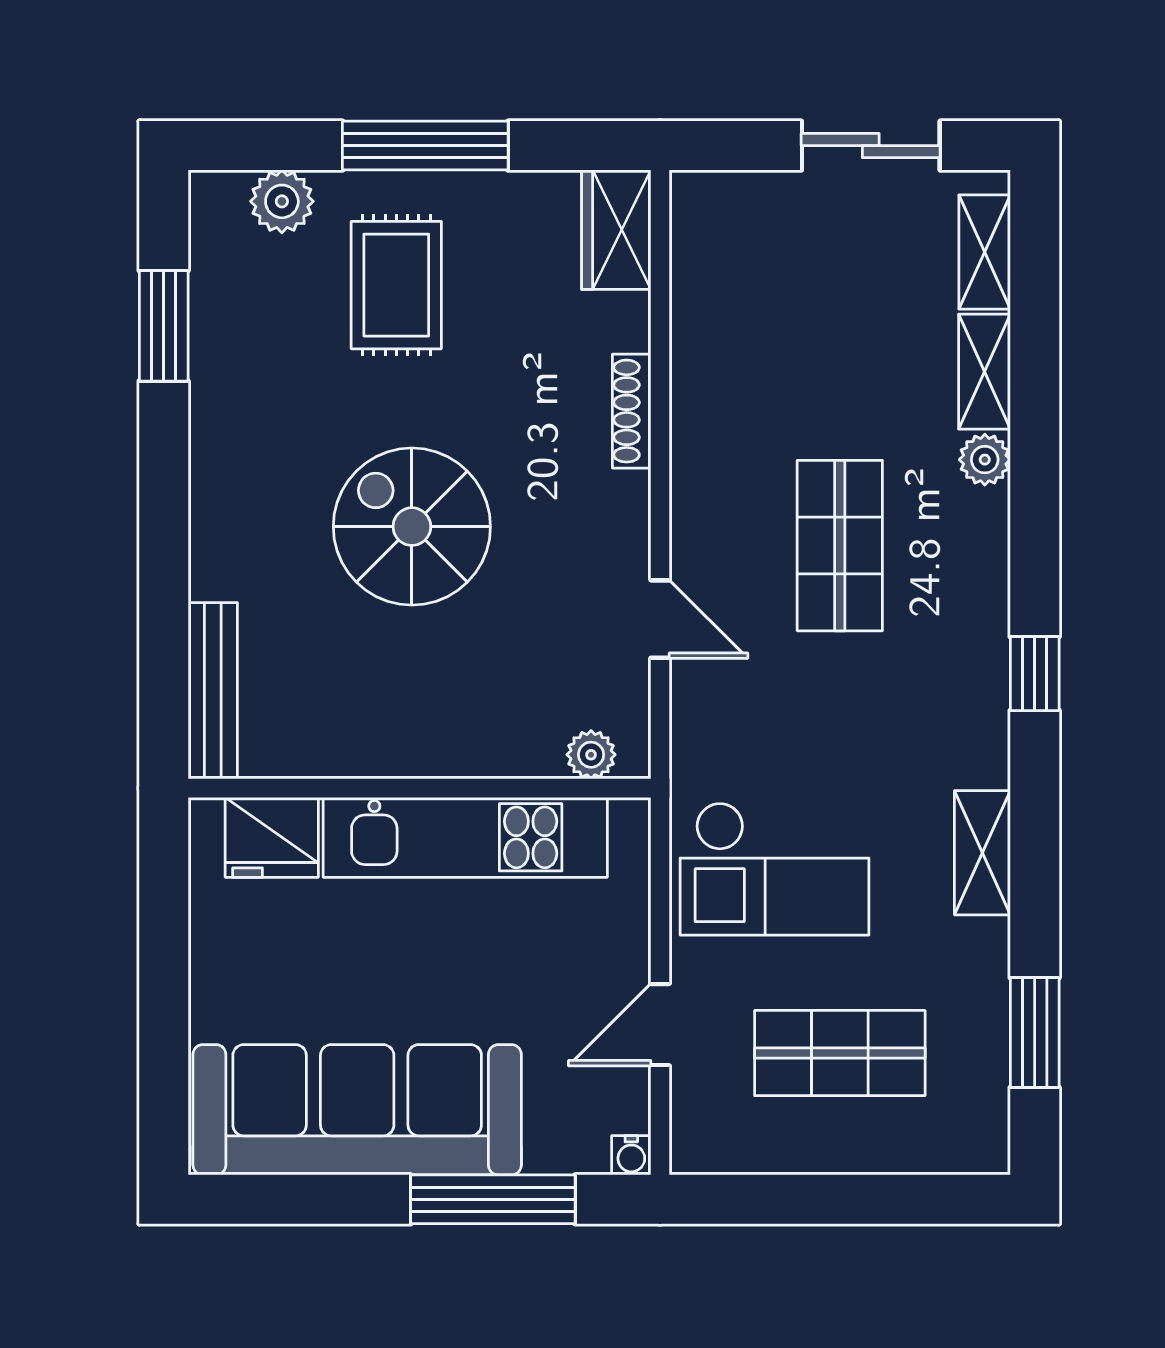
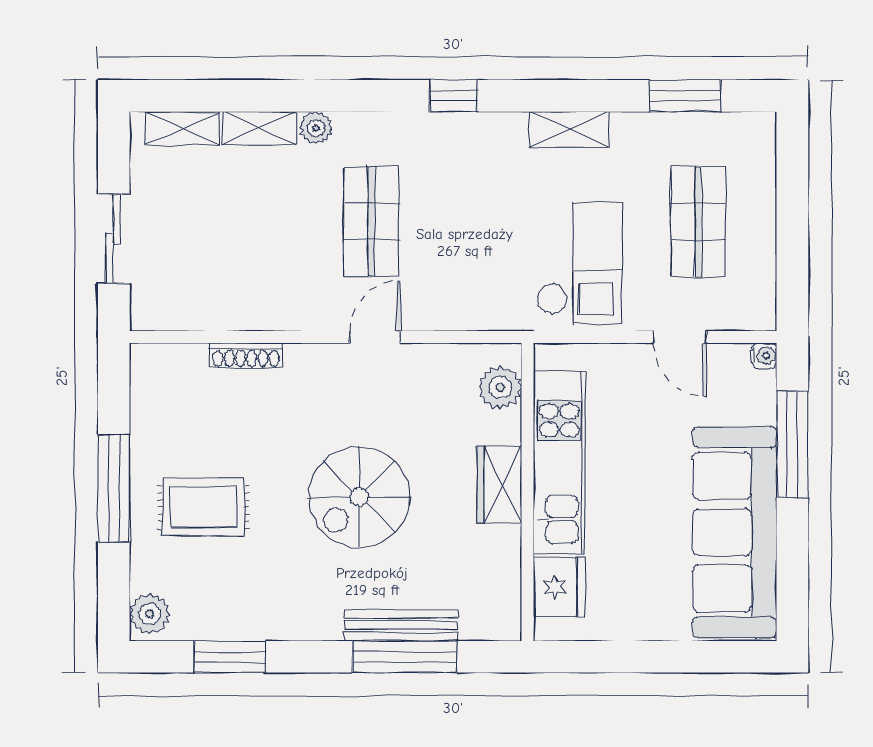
sliding door: (871, 146) -> (114, 239), moved
plant: (282, 201) -> (150, 614), moved
wardrobe: (616, 230) -> (499, 485), moved, turned 90
shoe rack: (632, 411) -> (246, 355), moved
shop shelf: (840, 546) -> (371, 221), turned 90
window: (164, 597) -> (404, 657), added
door: (660, 619) -> (375, 337), moved
bench: (213, 691) -> (401, 625), moved
plant: (591, 755) -> (500, 387), width x1.38, depth x1.38

